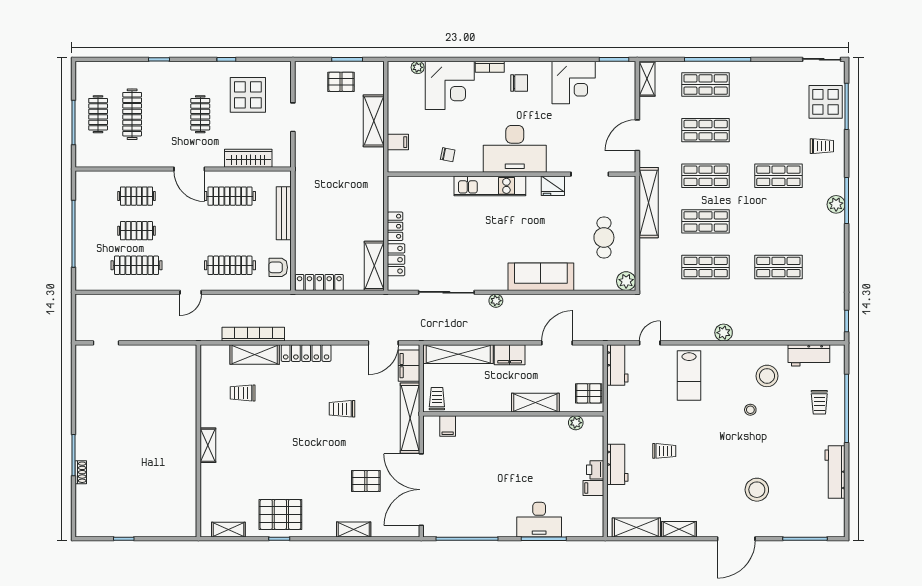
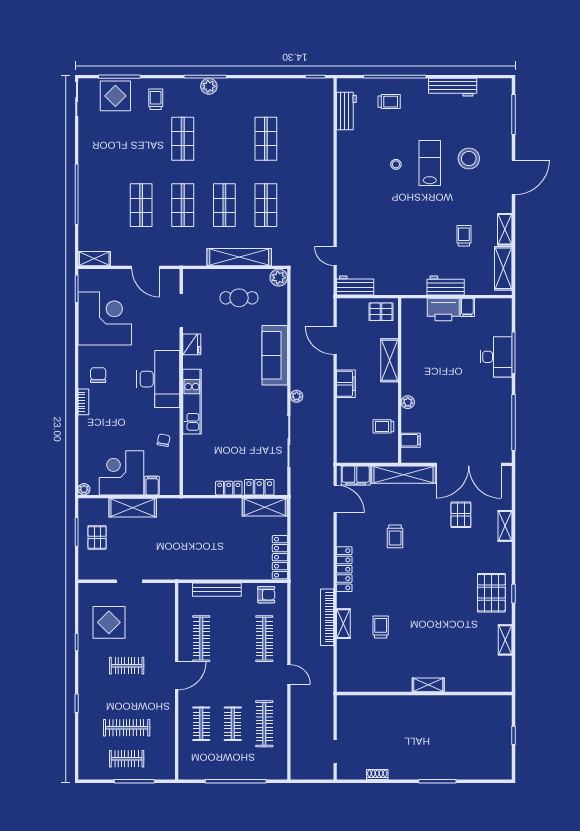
plant: (418, 67) -> (84, 489), moved
corner desk: (574, 82) -> (105, 318), width x1.36, depth x1.36
corner desk: (450, 85) -> (121, 473), moved, turned -90
shop shelf: (706, 85) -> (100, 205), removed
wardrobe: (248, 158) -> (167, 622), removed
shelving: (649, 203) -> (239, 257), moved
armchair: (278, 267) -> (266, 595), turned -90
plant: (724, 333) -> (326, 189), removed
shelving: (255, 354) -> (343, 624), width x0.67, depth x0.75
shelving: (458, 354) -> (345, 431), removed
lab bench: (689, 376) -> (430, 163), moved, turned -90
stool: (767, 376) -> (365, 149), removed
trolley: (243, 393) -> (381, 627), turned 180
pallet: (589, 393) -> (381, 312), turned 90
trolley: (437, 399) -> (383, 426), moved
plant: (576, 423) -> (408, 402), moved
wall: (198, 441) -> (424, 694), moved
shelving: (208, 445) -> (428, 685), moved
trolley: (664, 451) -> (464, 236), moved
printer: (595, 470) -> (443, 310), width x1.87, depth x1.48
shoe rack: (81, 472) -> (377, 775), moved
door: (736, 539) -> (514, 177), hinge flipped

